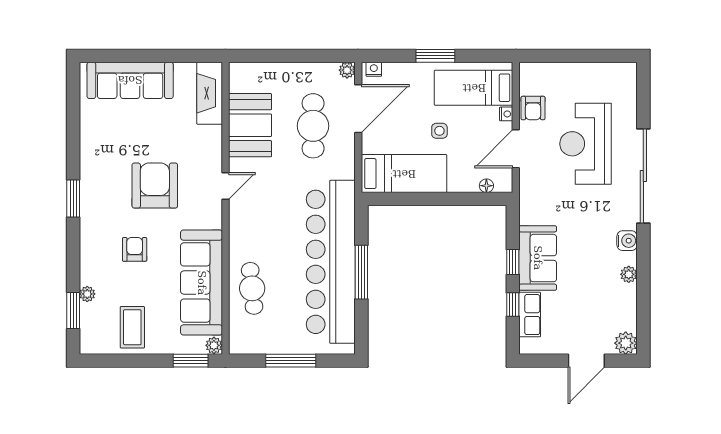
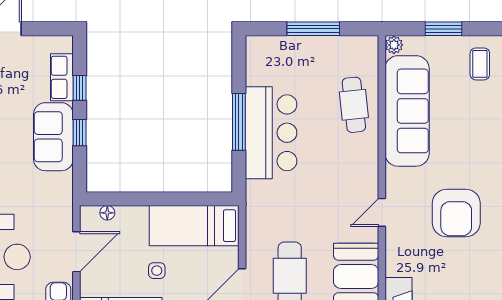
nightstand: (506, 114) -> (87, 288), removed
armchair: (135, 249) -> (477, 146), removed
bar counter: (331, 262) -> (271, 133), width x0.54
coffee table: (132, 327) -> (480, 64), width x0.73, depth x0.77
window: (191, 361) -> (444, 29), moved

